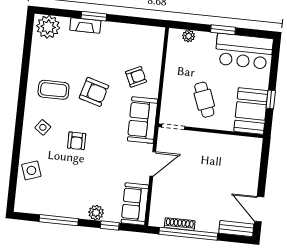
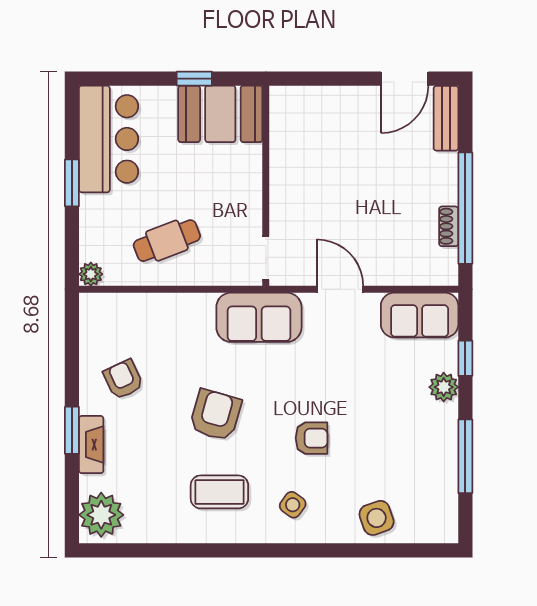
plant: (189, 36) -> (91, 274), moved
armchair: (136, 77) -> (123, 379), moved
coffee table: (54, 90) -> (219, 492), turned 90
cafe table: (204, 100) -> (167, 241), moved
shoe rack: (180, 224) -> (449, 226), width x0.70

